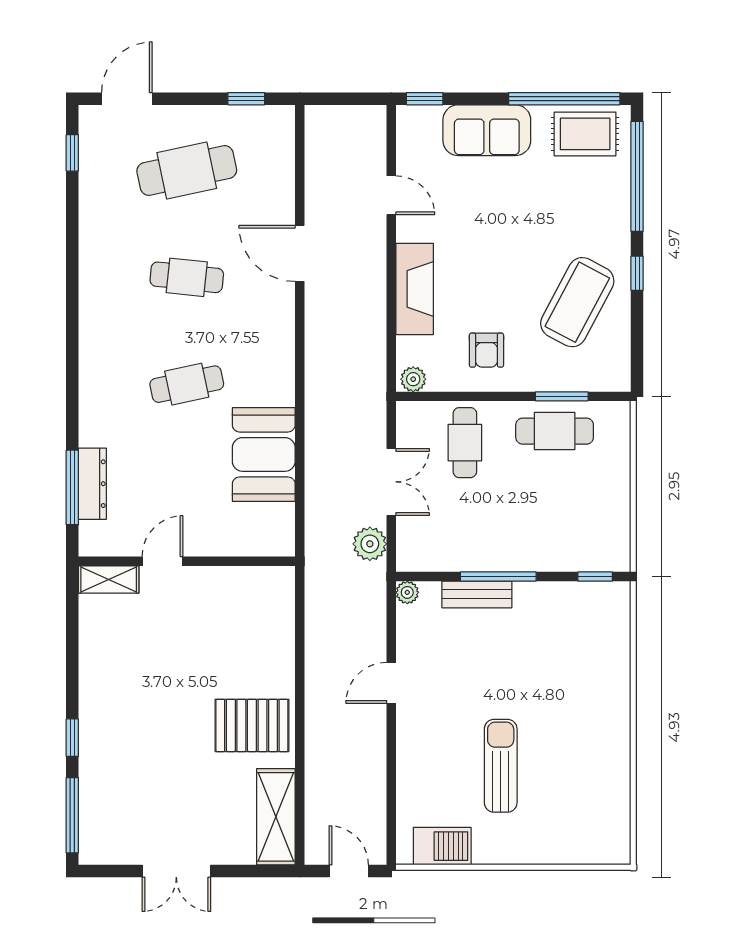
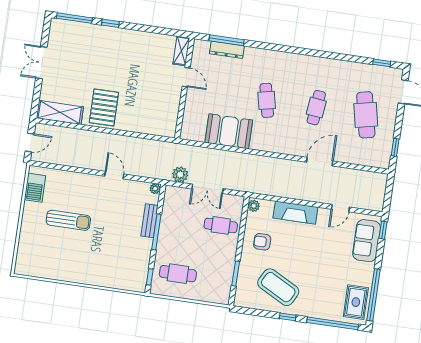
sofa: (487, 130) -> (367, 241), moved
cafe table: (555, 431) -> (178, 274), moved, turned 90

